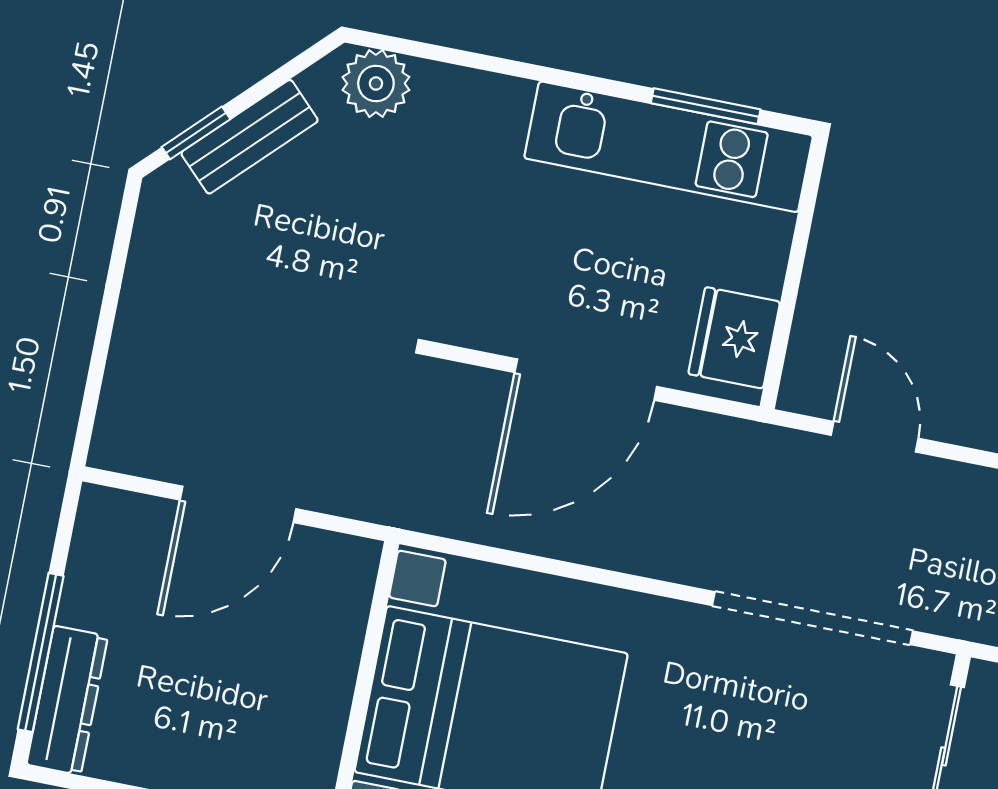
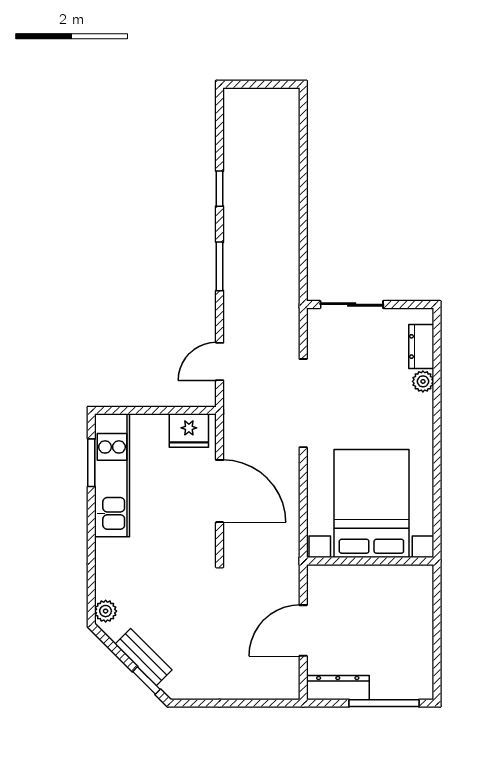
plant: (376, 84) -> (106, 611), width x0.73, depth x0.73
door: (238, 504) -> (303, 631), swing flipped
doorway: (812, 618) -> (303, 403), moved
dresser: (67, 700) -> (338, 688), moved

